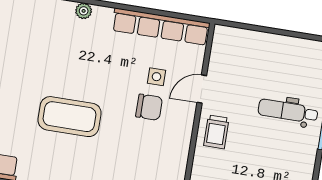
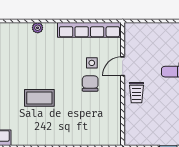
chair: (149, 107) -> (90, 84), turned -90
coffee table: (70, 117) -> (39, 98), width x0.73, depth x0.76

